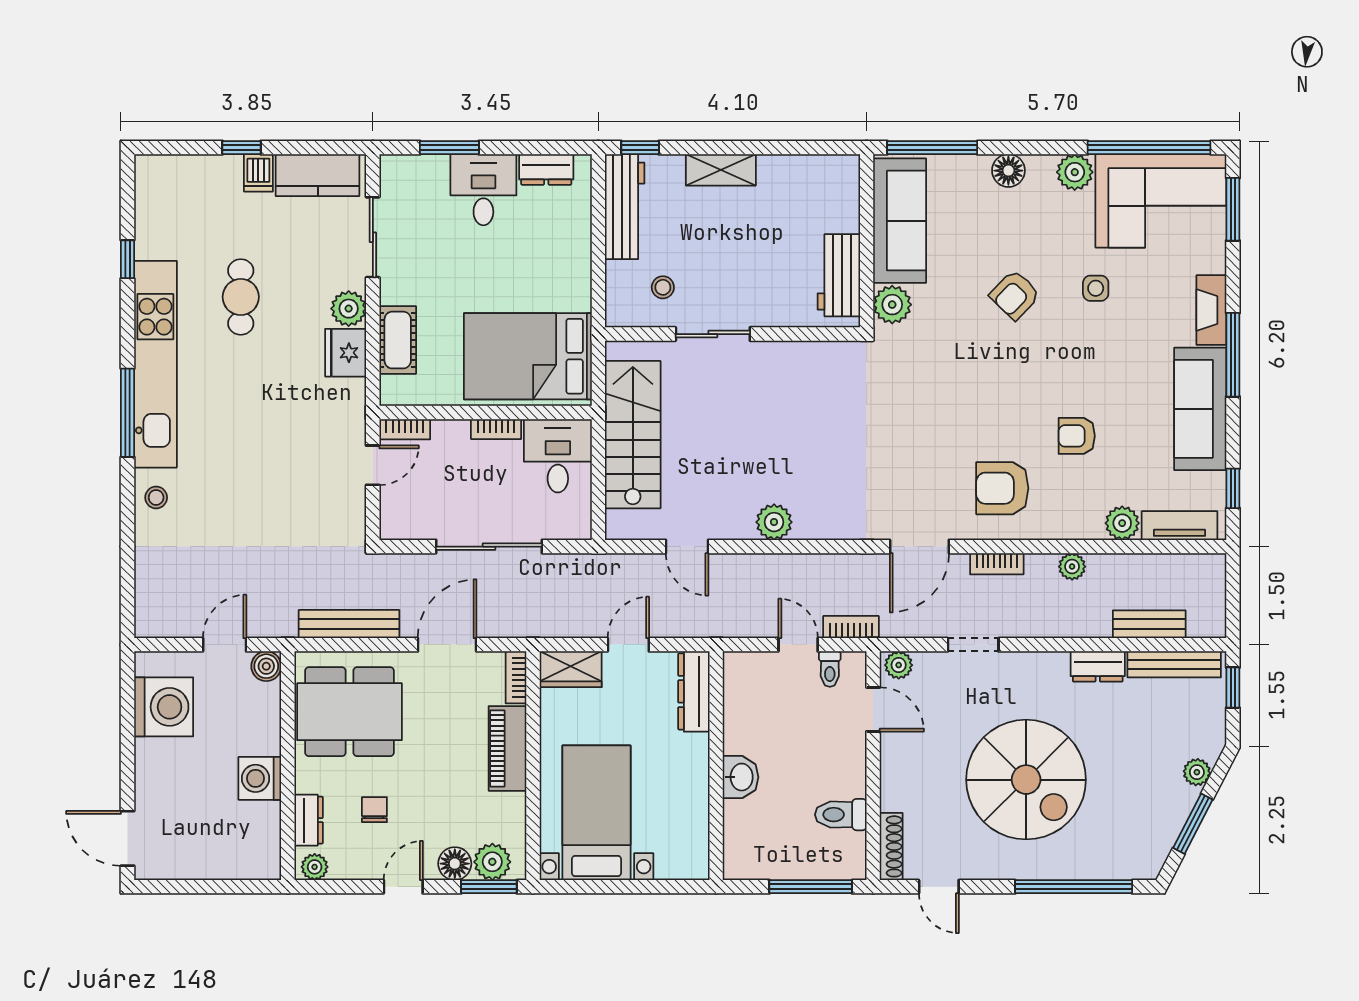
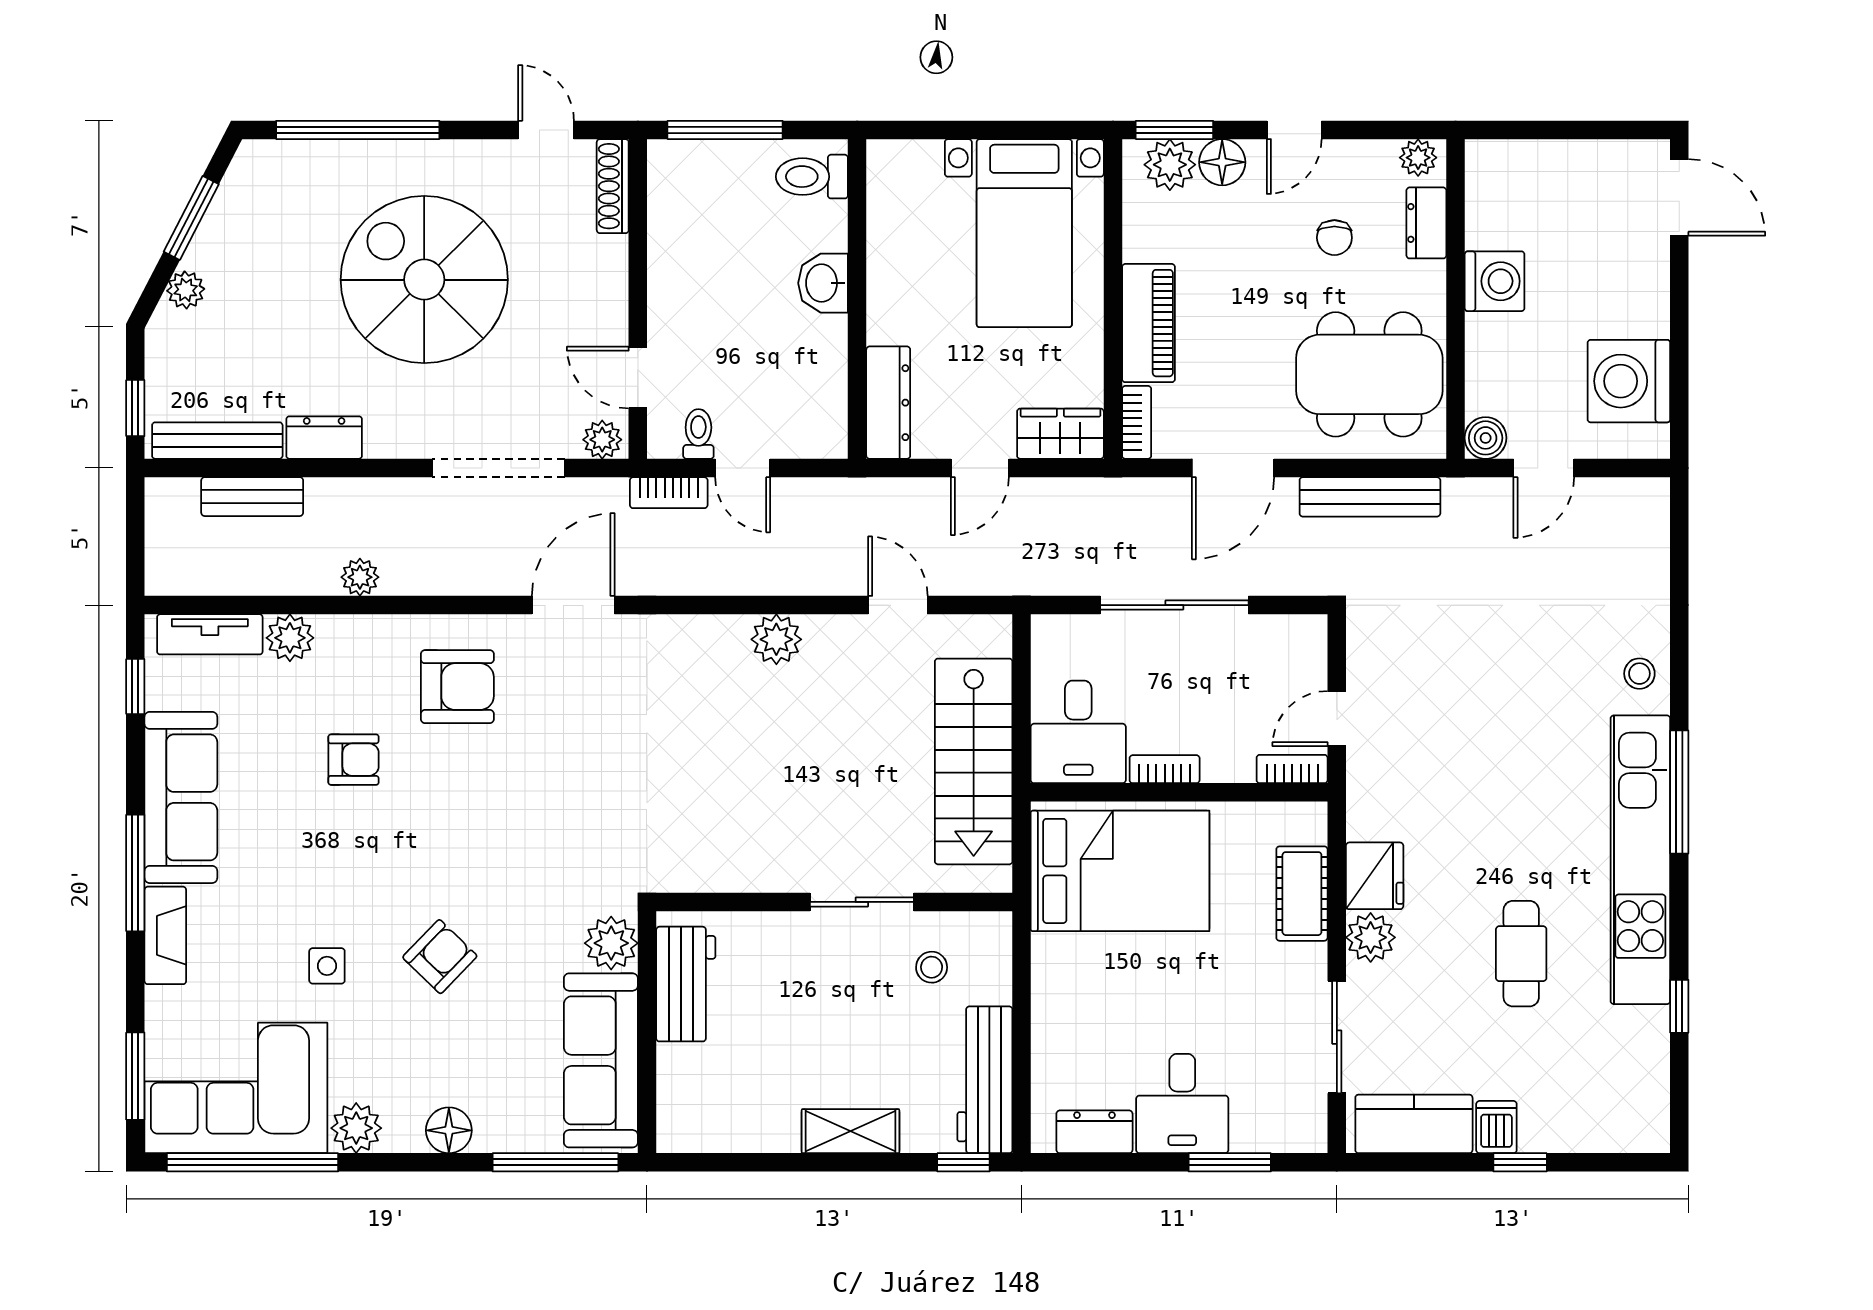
bookcase: (997, 564) -> (465, 581), removed
doorway: (973, 645) -> (498, 468), width x1.87
toilet: (841, 815) -> (812, 177), moved, turned 180

